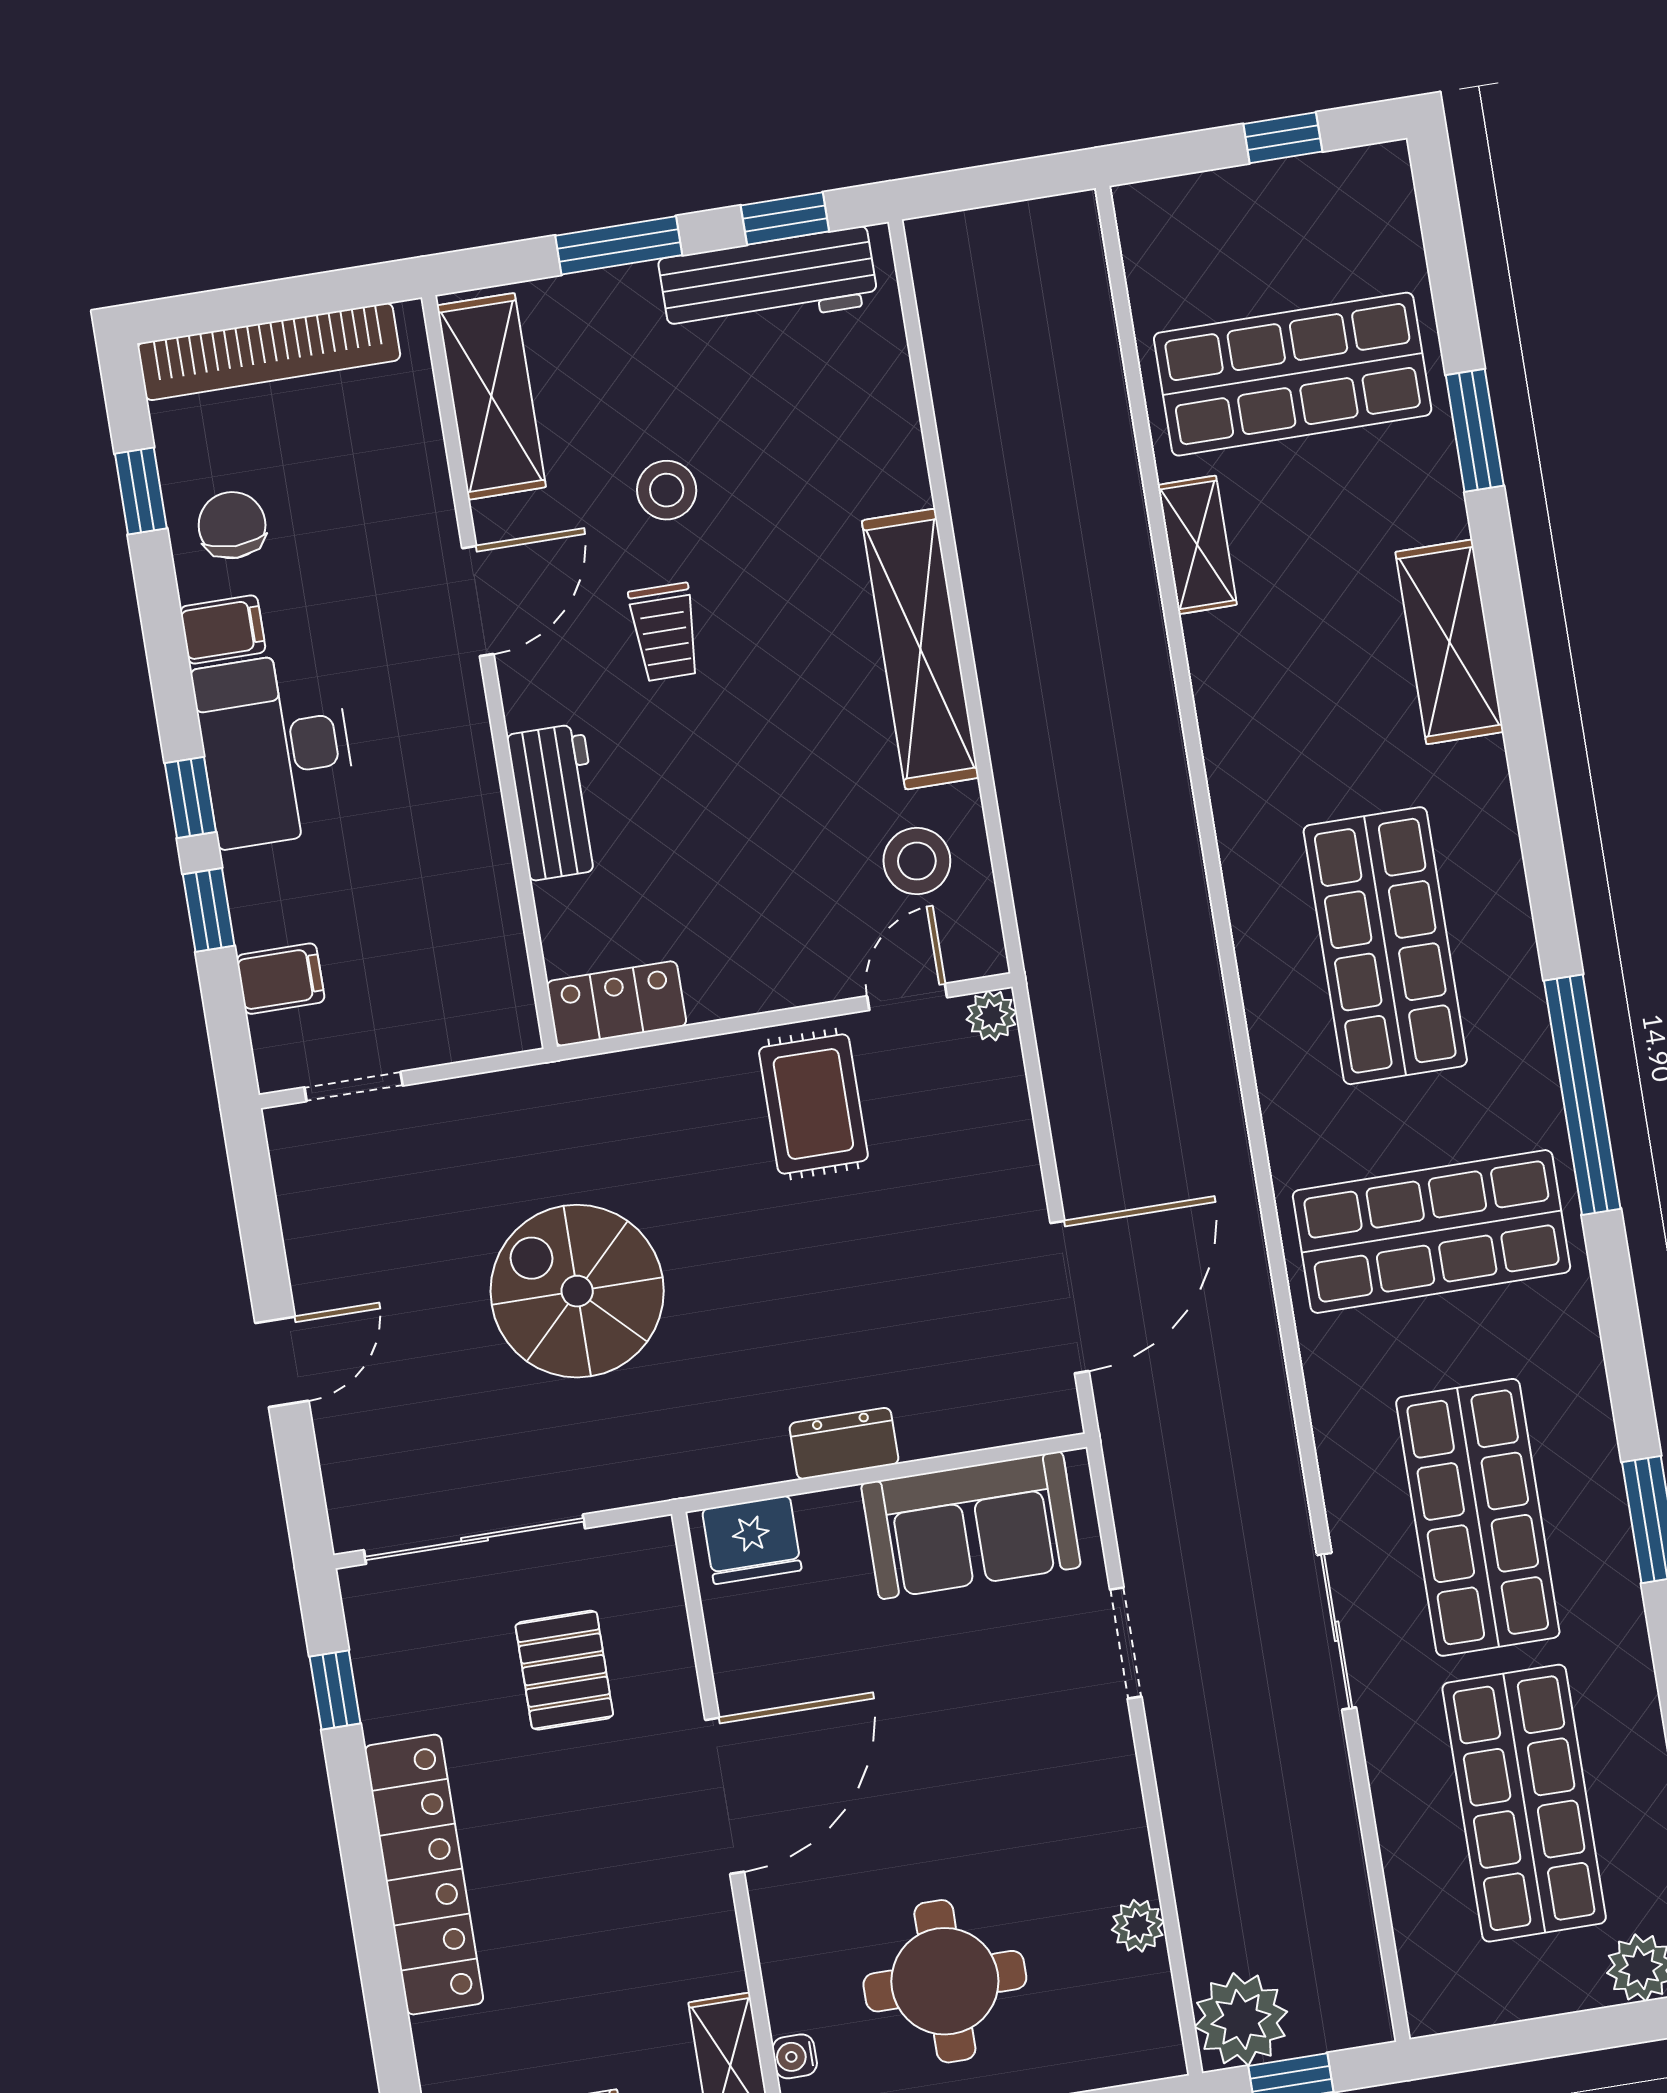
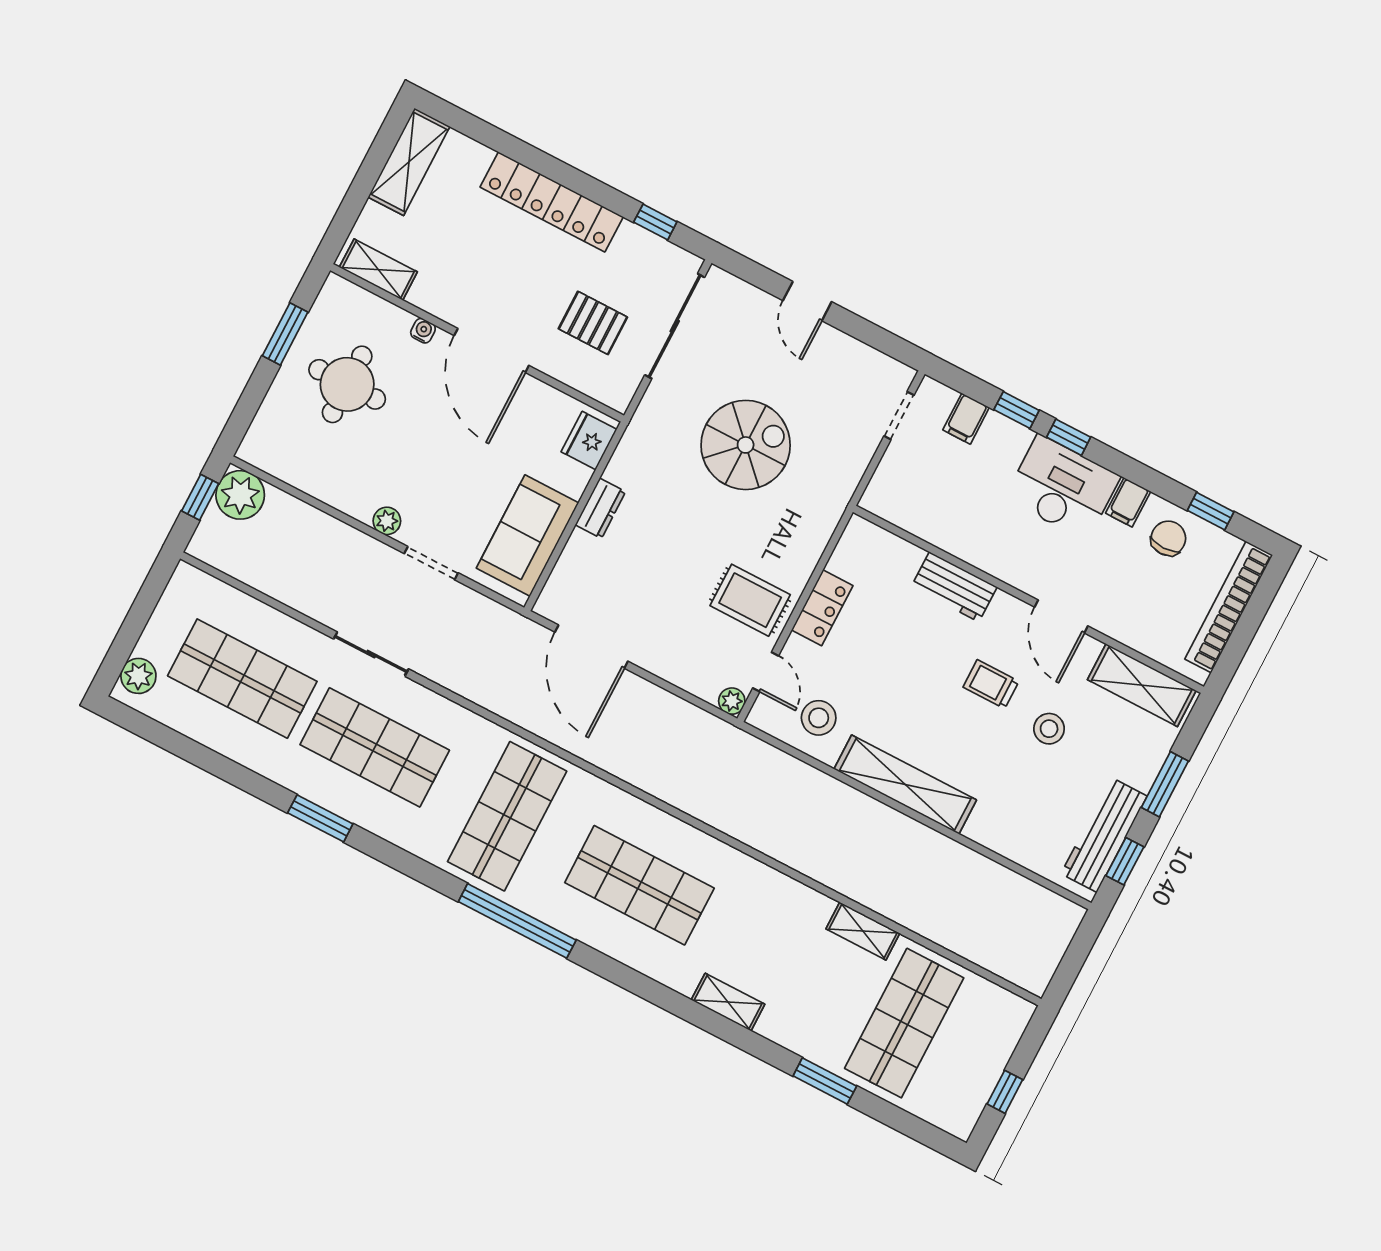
chair: (232, 525) -> (1168, 538), turned -90
shelving: (1449, 642) -> (728, 1002), width x0.67, depth x0.75
locker: (617, 1004) -> (822, 608), moved
plant: (1138, 1926) -> (387, 521), moved
water cooler: (795, 2056) -> (423, 331), moved

